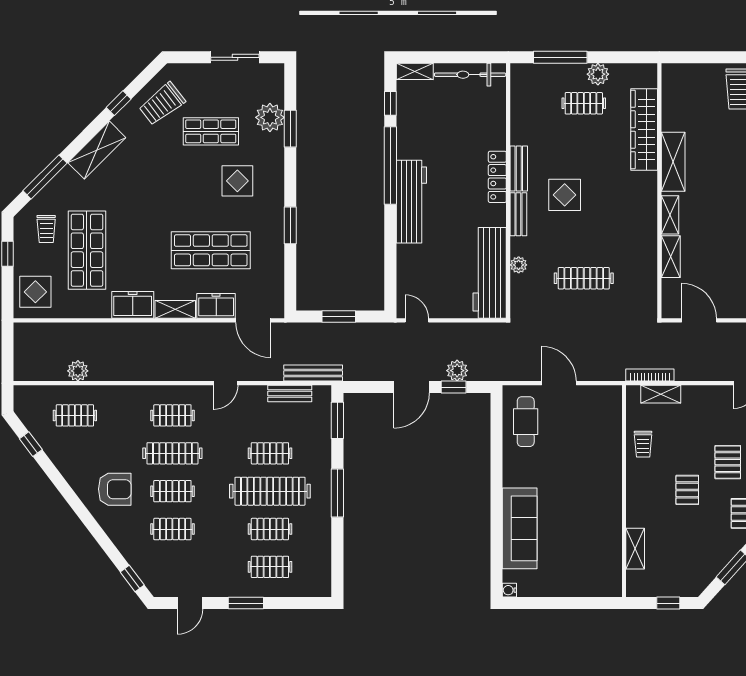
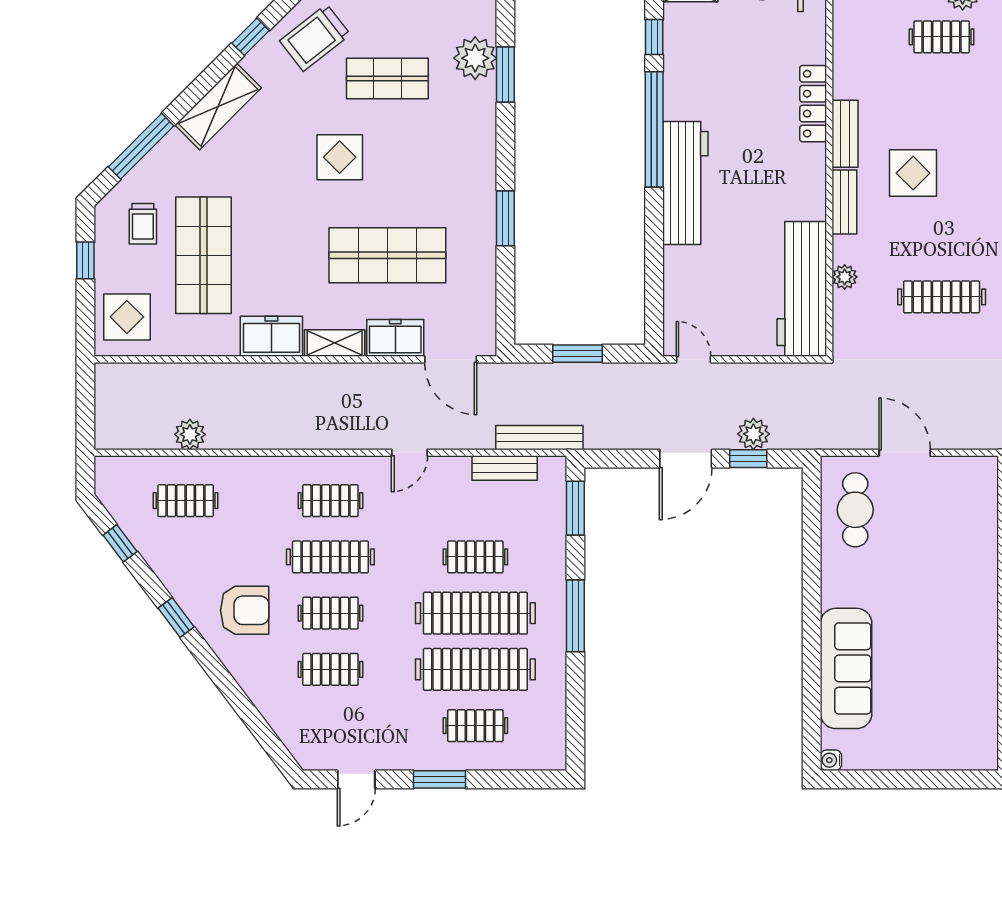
locker: (497, 177) -> (813, 104), moved
display table: (237, 181) -> (340, 157), moved
clothes rail: (270, 529) -> (475, 669), width x1.86, depth x1.31
window: (132, 578) -> (176, 618), moved

